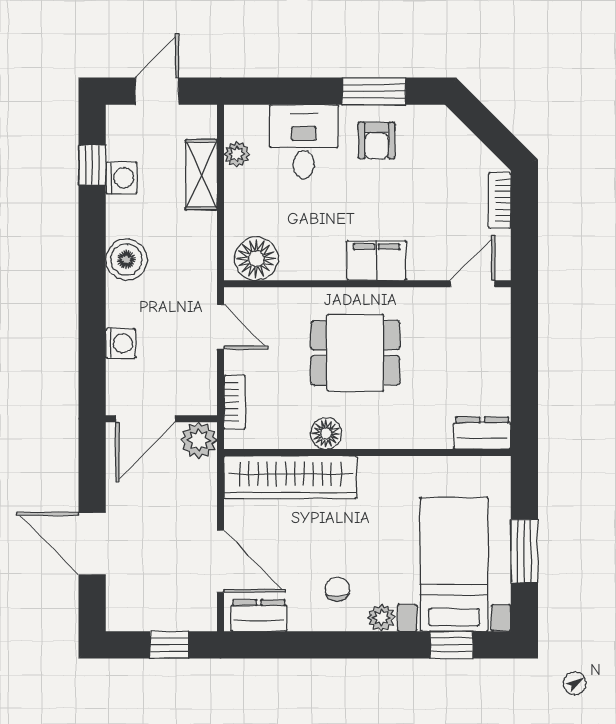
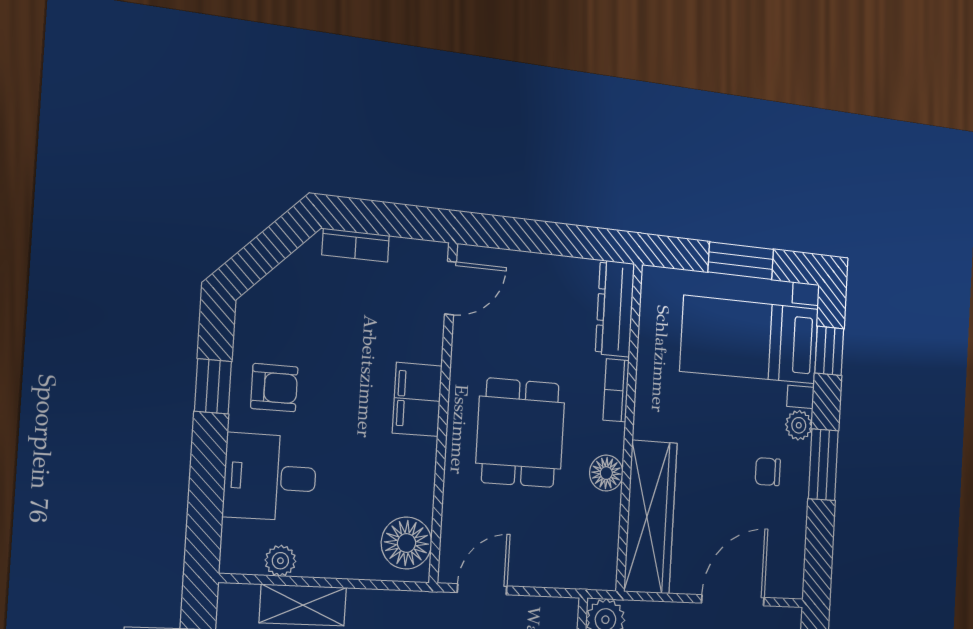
window: (374, 91) -> (213, 386), width x0.67
door: (472, 284) -> (450, 288), swing flipped
bookcase: (235, 402) -> (616, 390), moved, turned -90
dresser: (482, 433) -> (615, 308), width x1.44
dresser: (259, 615) -> (789, 560), removed
window: (347, 645) -> (823, 465), added

